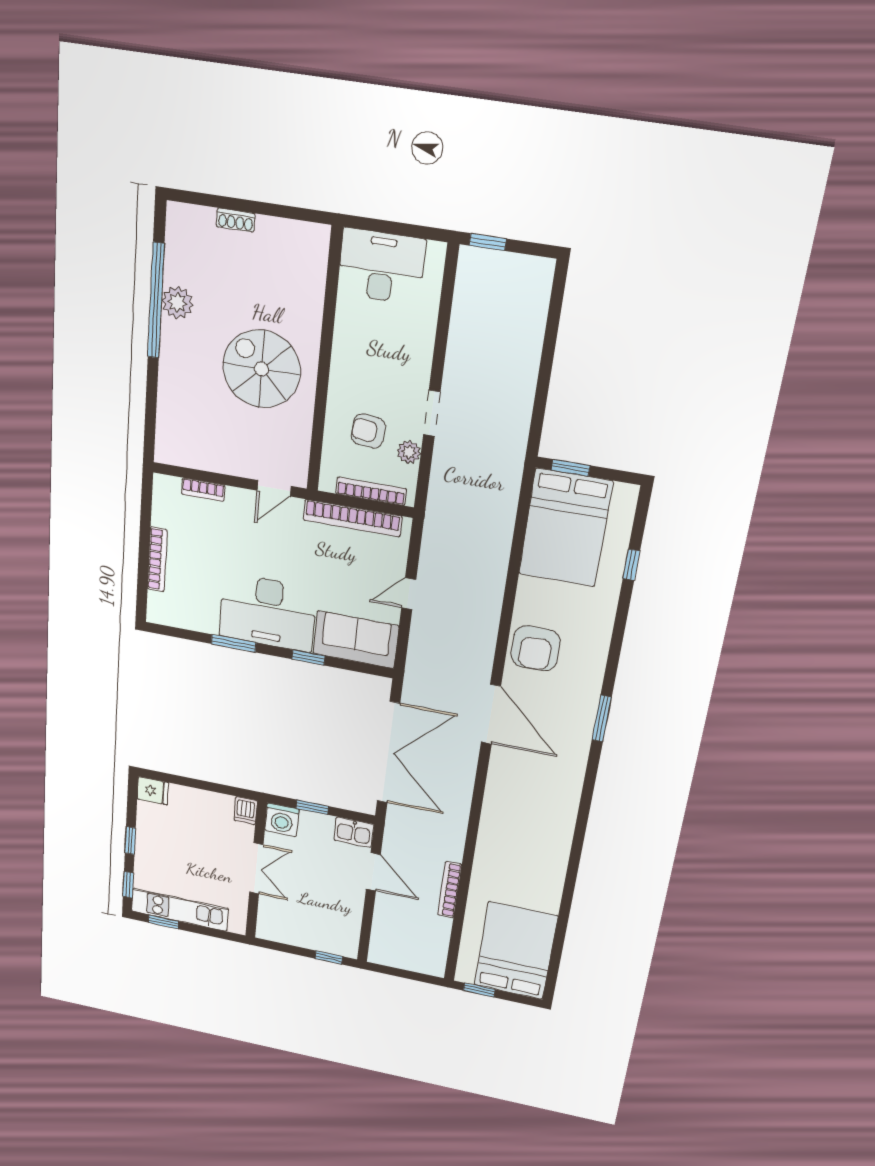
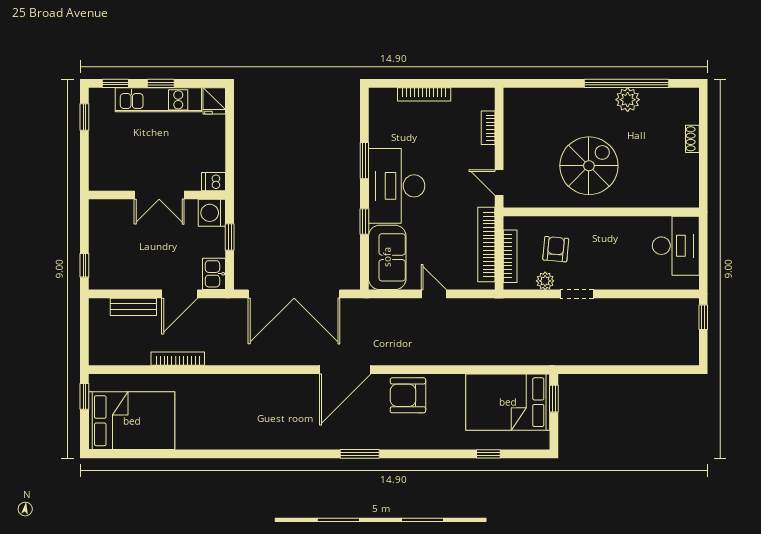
kitchen unit: (180, 910) -> (158, 100), moved, turned 90
bench: (382, 921) -> (133, 307), added

